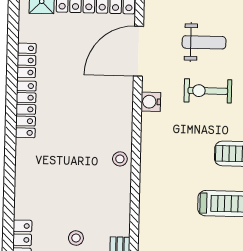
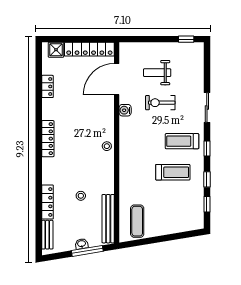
weight bench: (204, 42) -> (157, 73), turned 180
locker: (26, 109) -> (48, 139), moved

